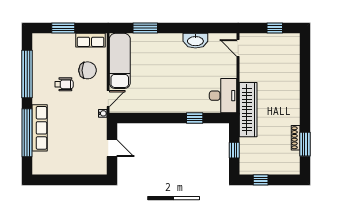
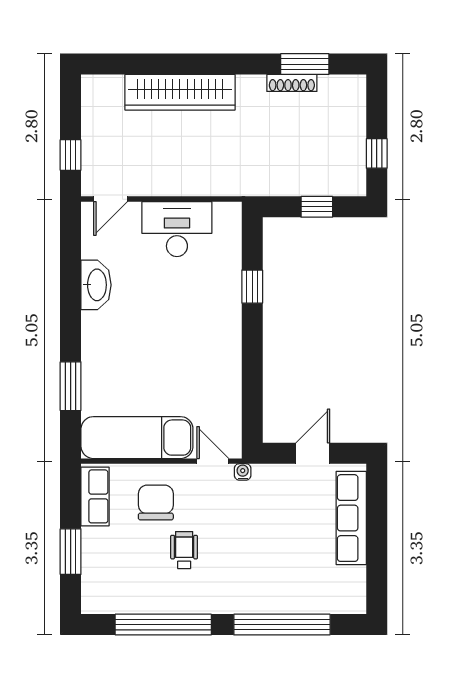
window: (275, 28) -> (71, 155), moved
desk: (223, 96) -> (177, 229), moved
wardrobe: (248, 110) -> (180, 92), moved, turned 180
row of seats: (40, 128) -> (351, 518), moved, turned -90

